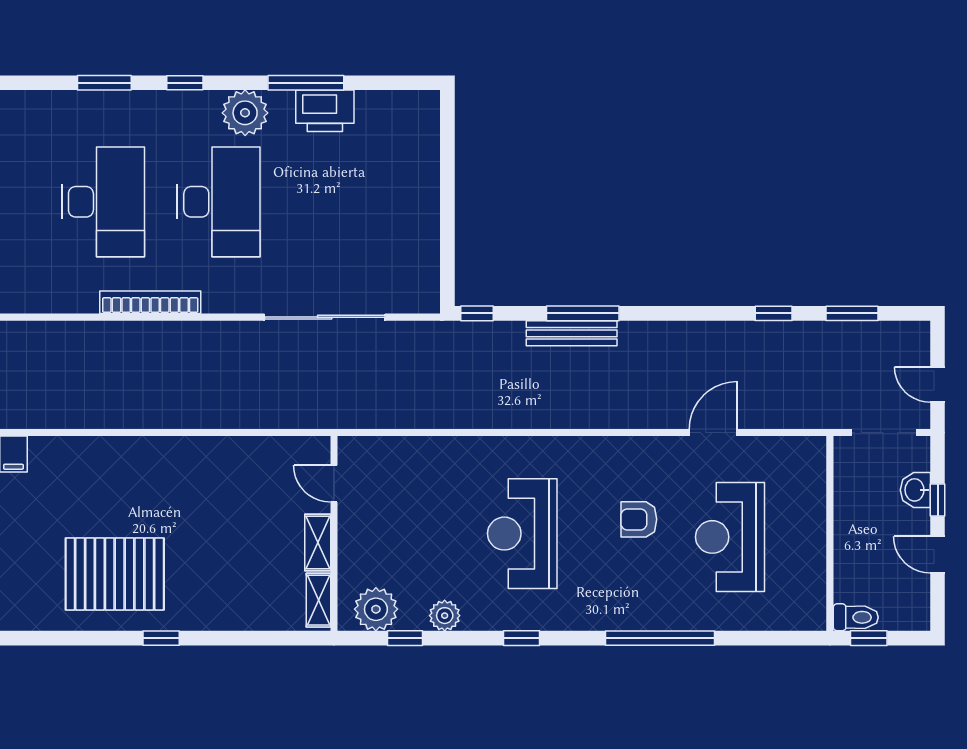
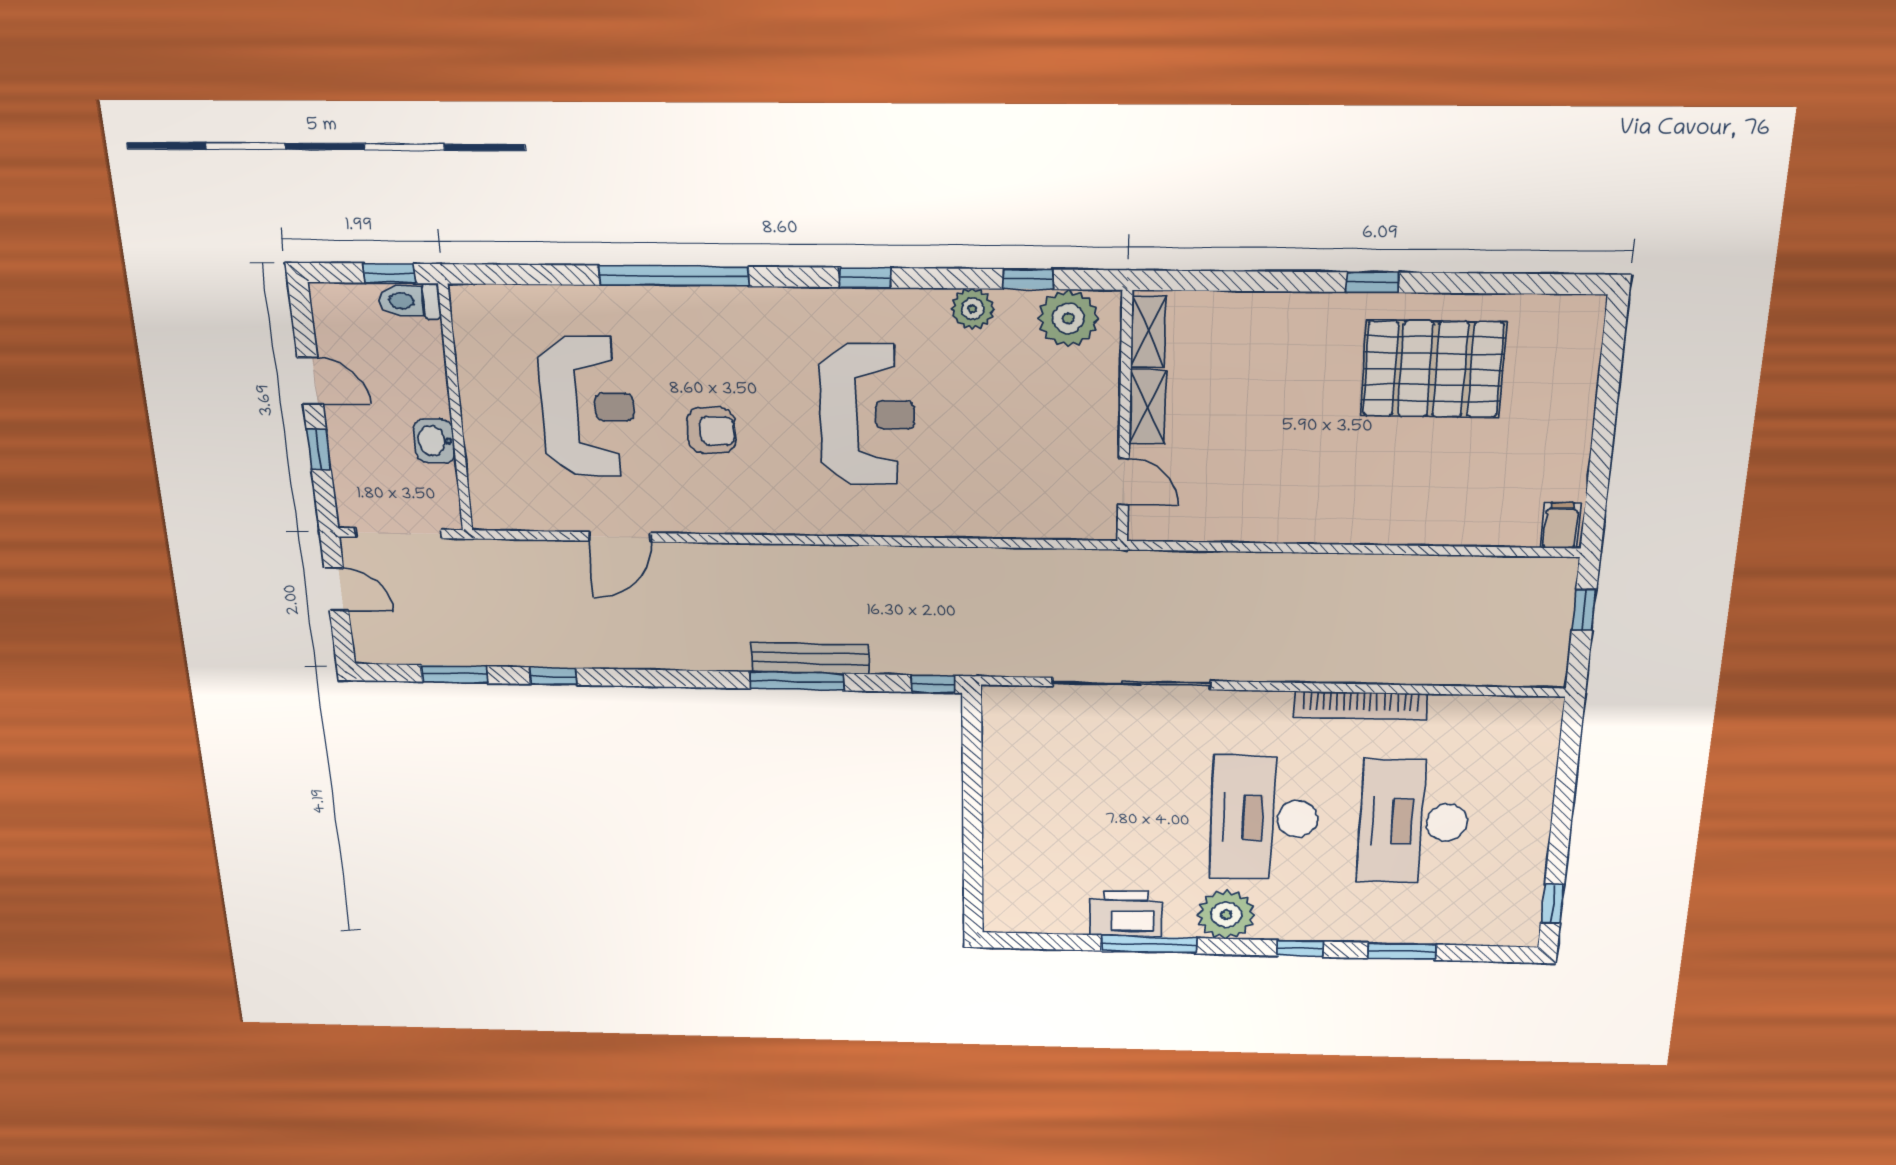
washbasin: (915, 490) -> (434, 441), moved, turned 180

